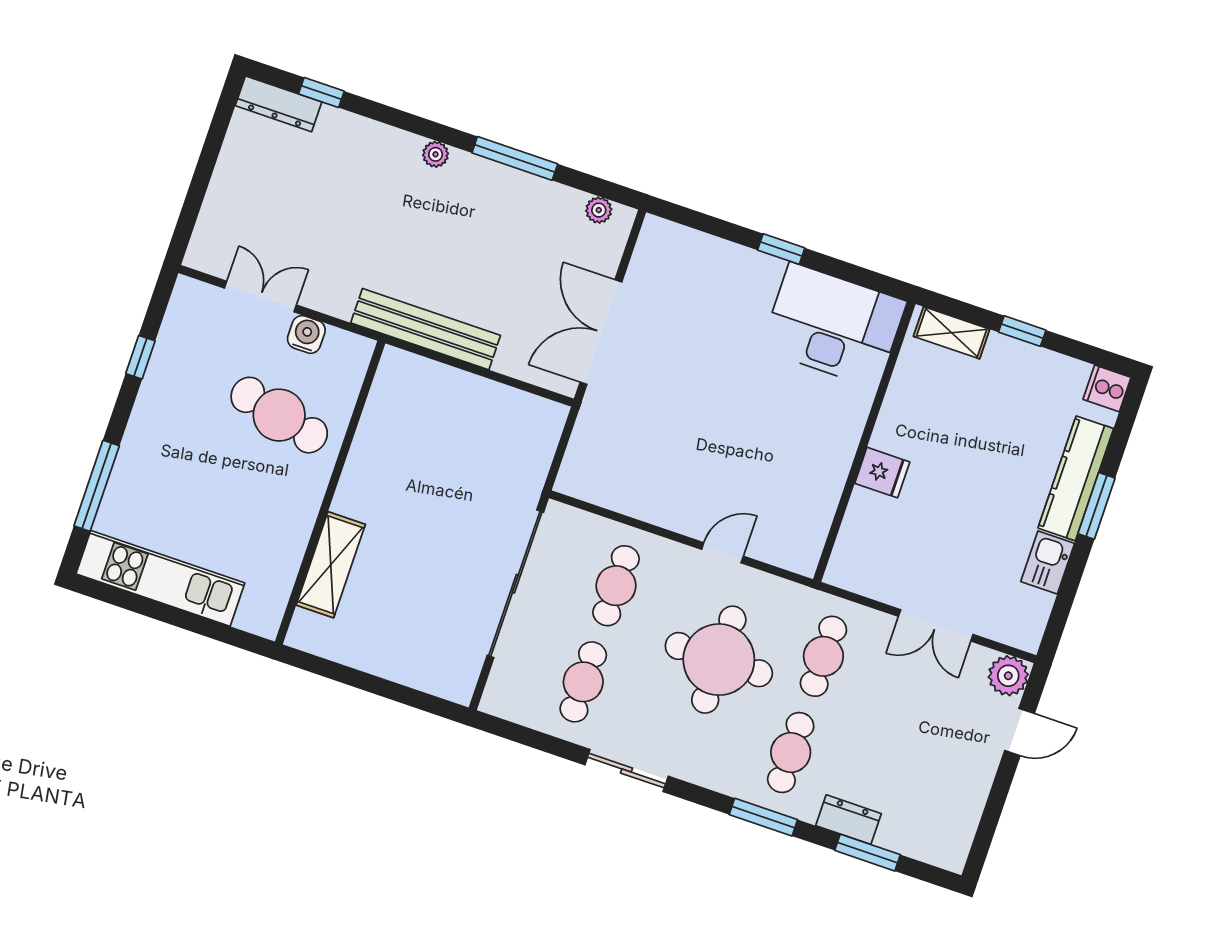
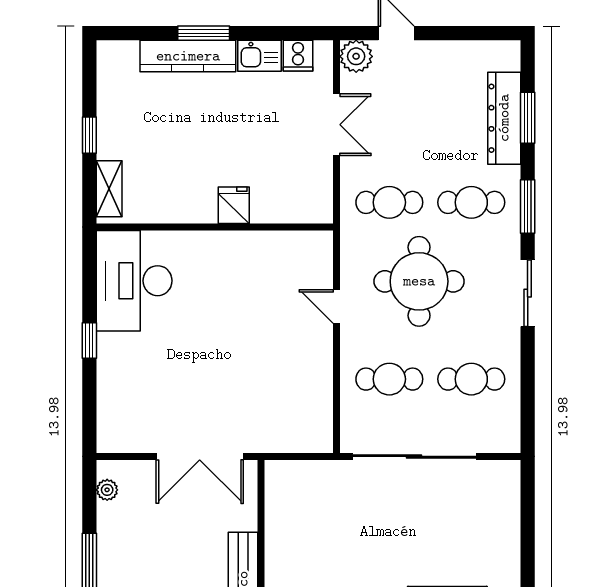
cooker: (1107, 388) -> (298, 56), moved
sliding door: (627, 771) -> (528, 293), moved
dresser: (848, 820) -> (504, 118), width x1.96, depth x1.24

